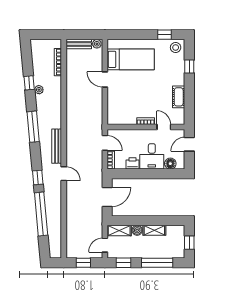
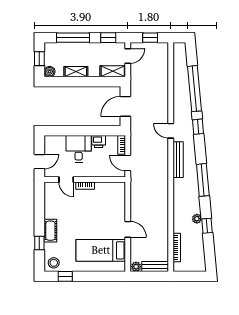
cot: (179, 97) -> (50, 231), moved
floor lamp: (170, 164) -> (59, 141), removed
boiler: (137, 230) -> (50, 72), moved

